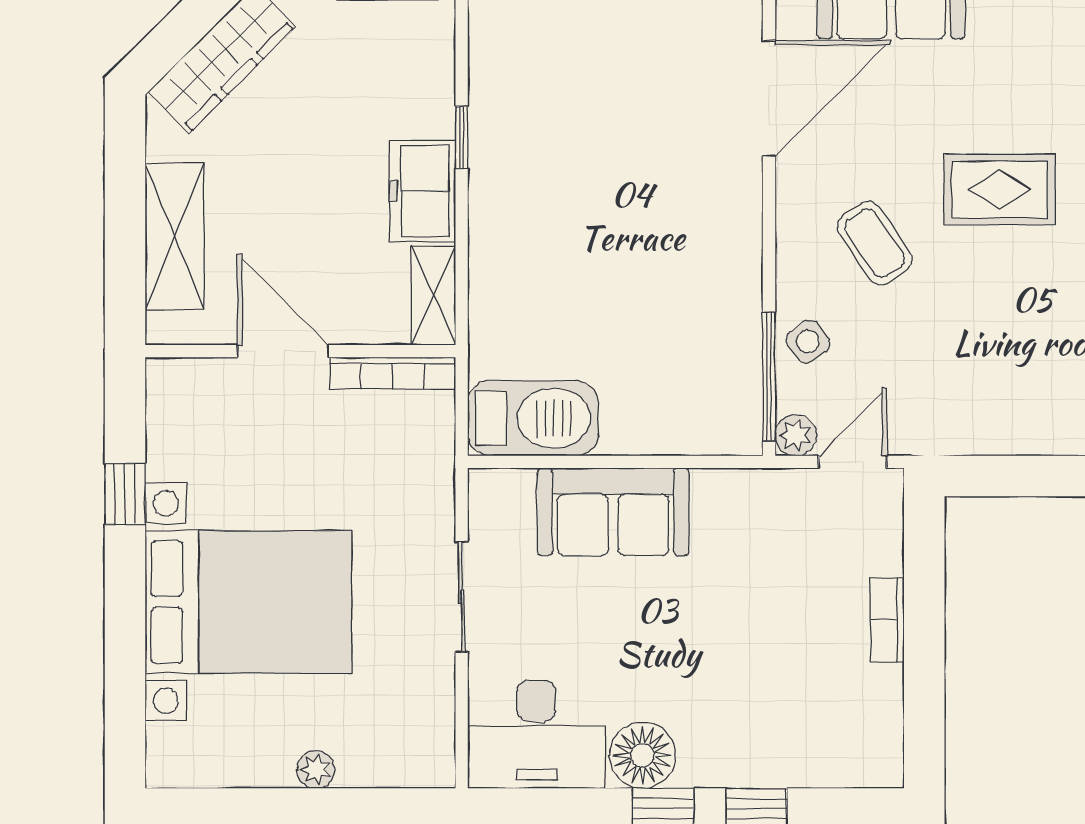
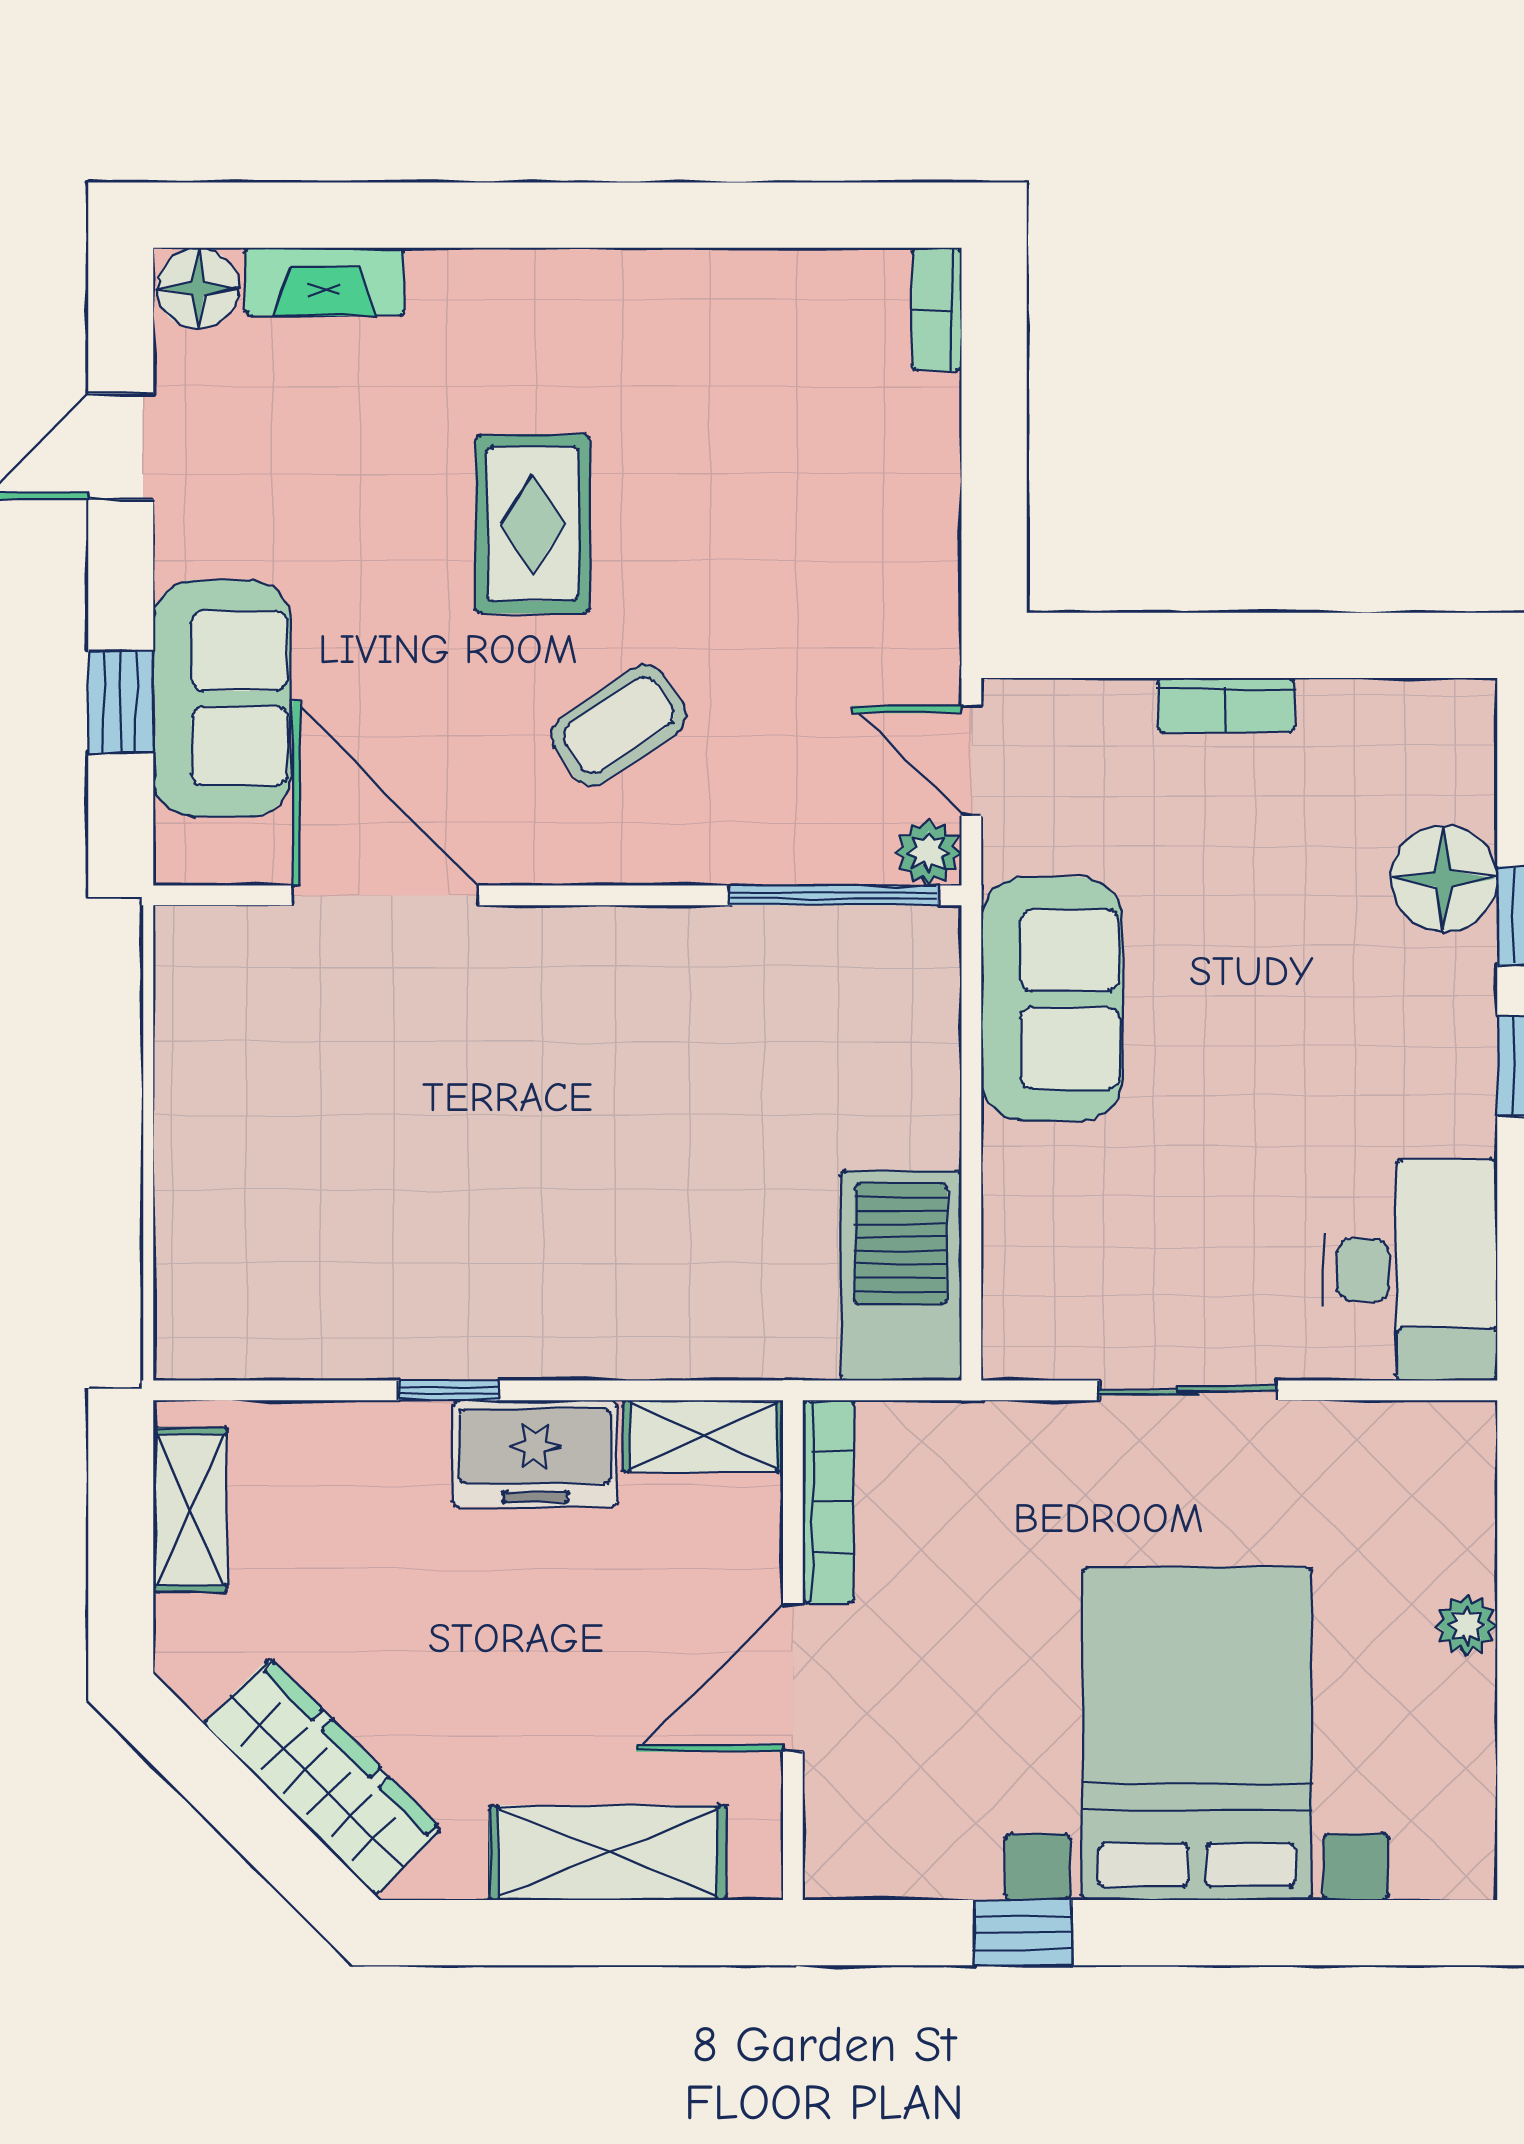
side table: (808, 341) -> (777, 833), removed
sofa: (613, 512) -> (1052, 999), moved
floor lamp: (642, 755) -> (1444, 879), moved

